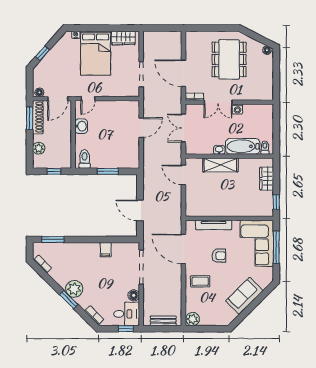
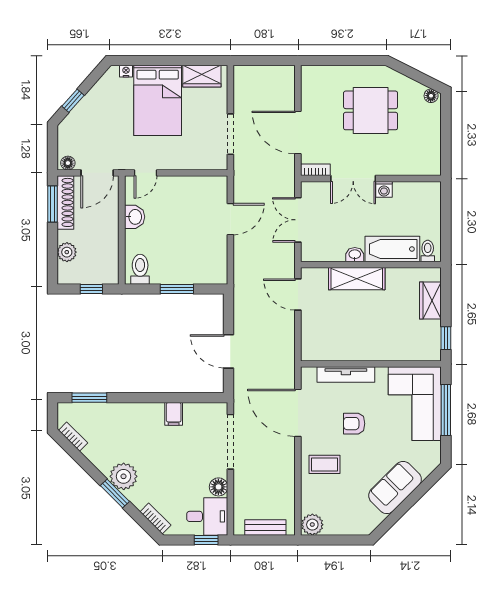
dining table: (229, 59) -> (371, 110), width x0.73
armchair: (219, 256) -> (354, 424), turned 180

